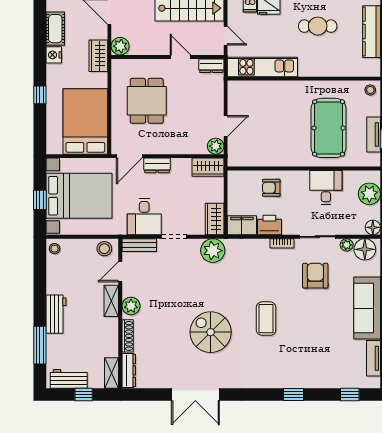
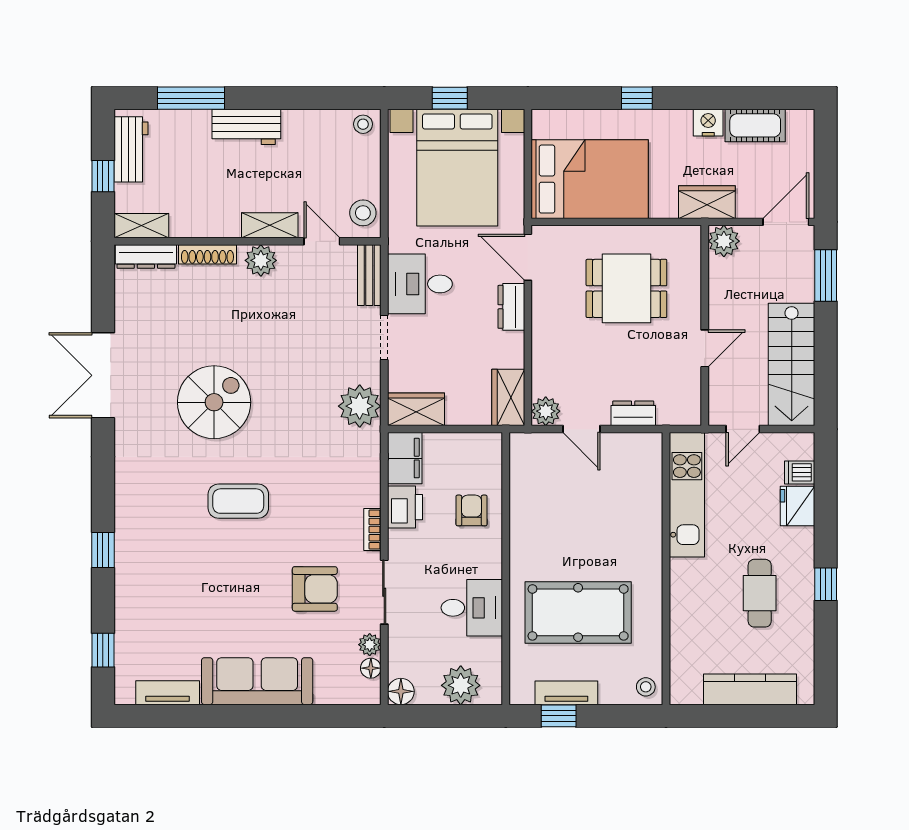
dresser: (211, 66) -> (633, 413), moved, turned 90
floor lamp: (365, 249) -> (371, 668), width x0.53, depth x0.53

